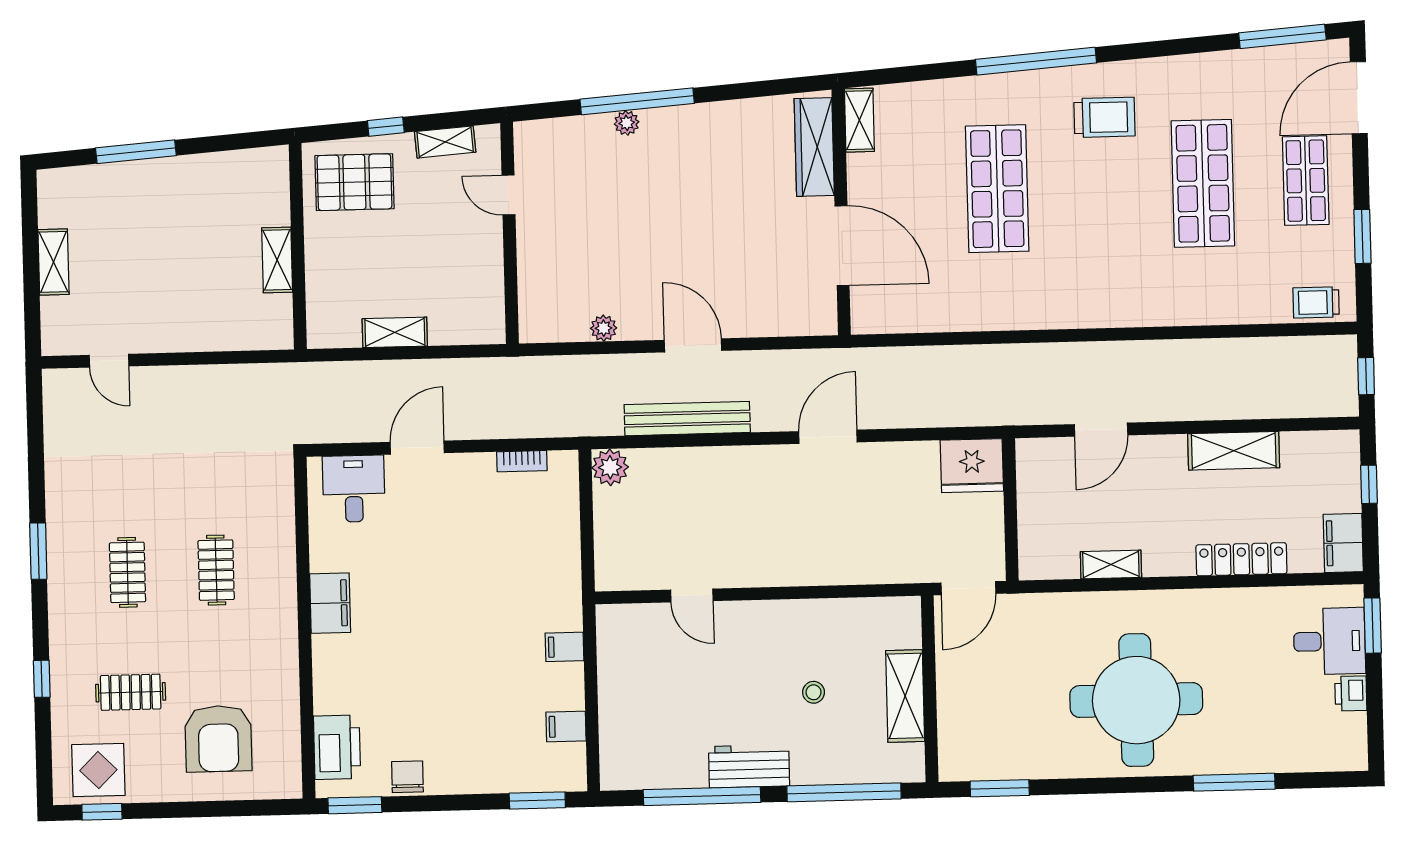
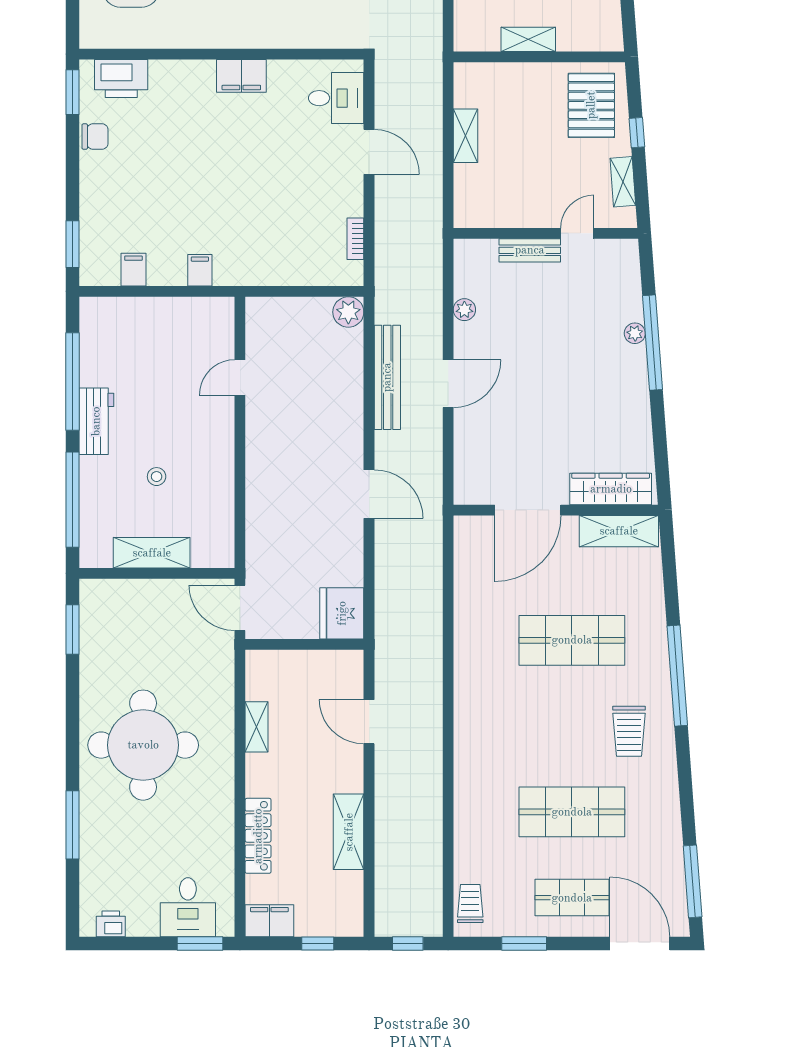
shelving: (859, 120) -> (619, 531), width x1.50, depth x1.33
bench: (530, 252) -> (530, 250), added
printer: (1351, 693) -> (111, 924), moved

